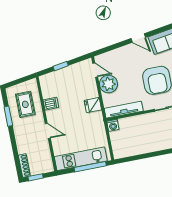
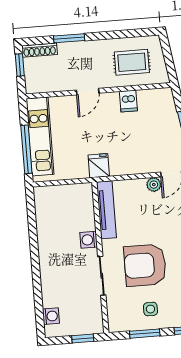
plant: (108, 84) -> (154, 185), width x0.53, depth x0.53
fridge: (93, 105) -> (99, 166), moved
window: (8, 116) -> (69, 38), moved
washing machine: (113, 125) -> (89, 240), moved

